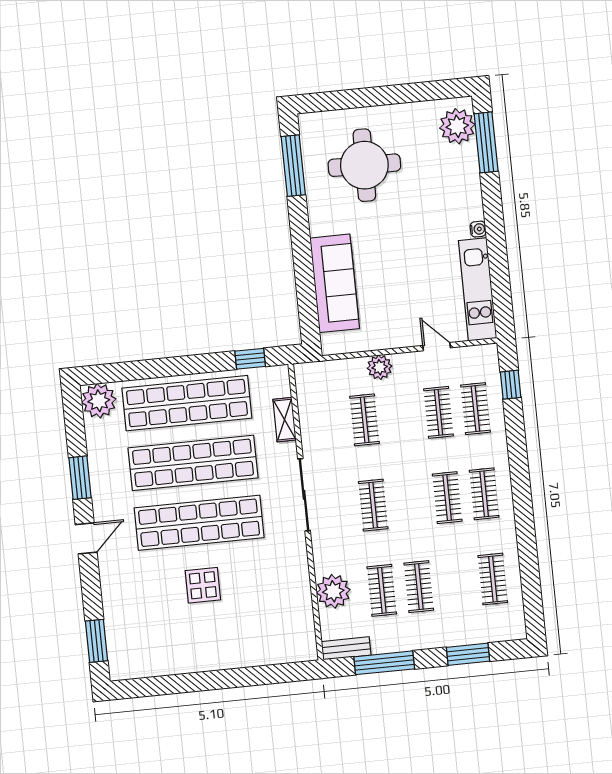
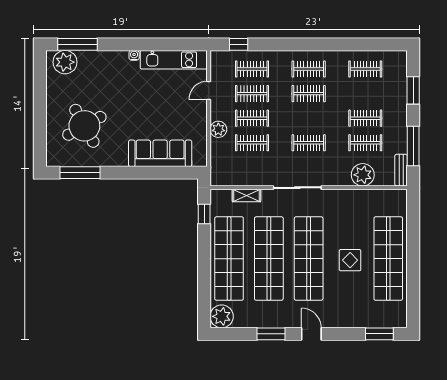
round table: (364, 165) -> (84, 126), turned -30
clothes rail: (402, 416) -> (252, 118), added
shop shelf: (211, 642) -> (388, 259), added

